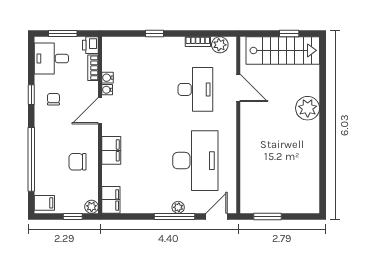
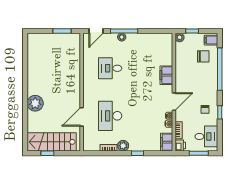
plant: (220, 45) -> (123, 146), moved
door: (238, 88) -> (82, 117), hinge flipped
desk: (195, 161) -> (110, 68), width x0.53, depth x0.77
chair: (78, 162) -> (203, 56), moved
filing cabinet: (111, 200) -> (167, 142), moved

